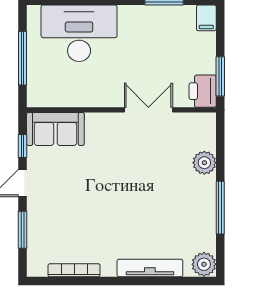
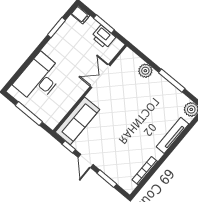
window: (220, 76) -> (104, 24), moved
printer: (203, 91) -> (103, 37), moved
sofa: (55, 129) -> (77, 121), width x1.36

